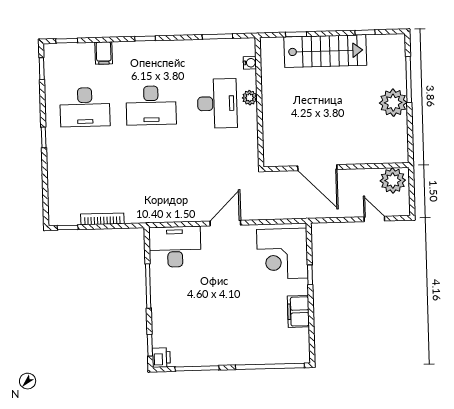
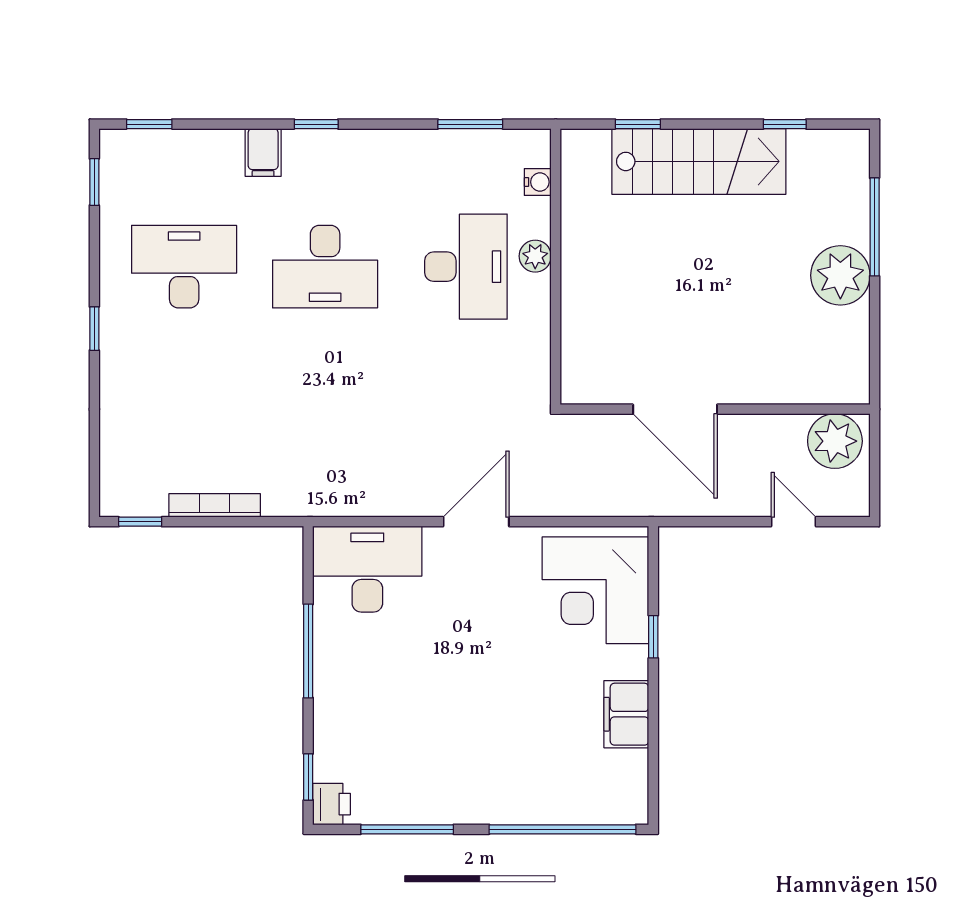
filing cabinet: (104, 53) -> (263, 152), moved
desk: (85, 107) -> (184, 267), turned 180

